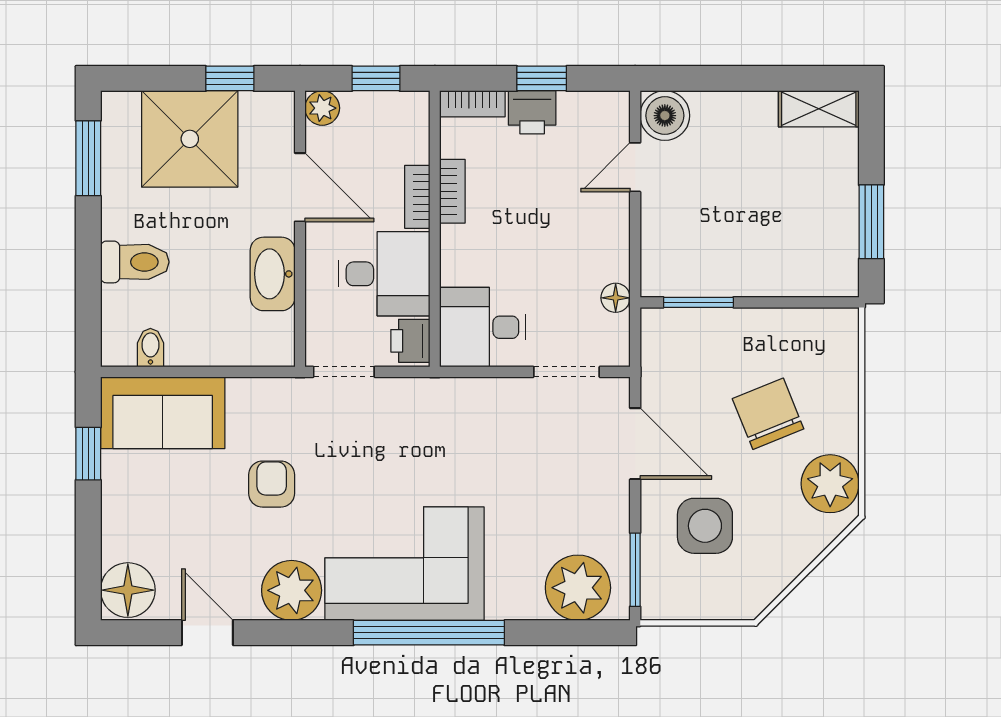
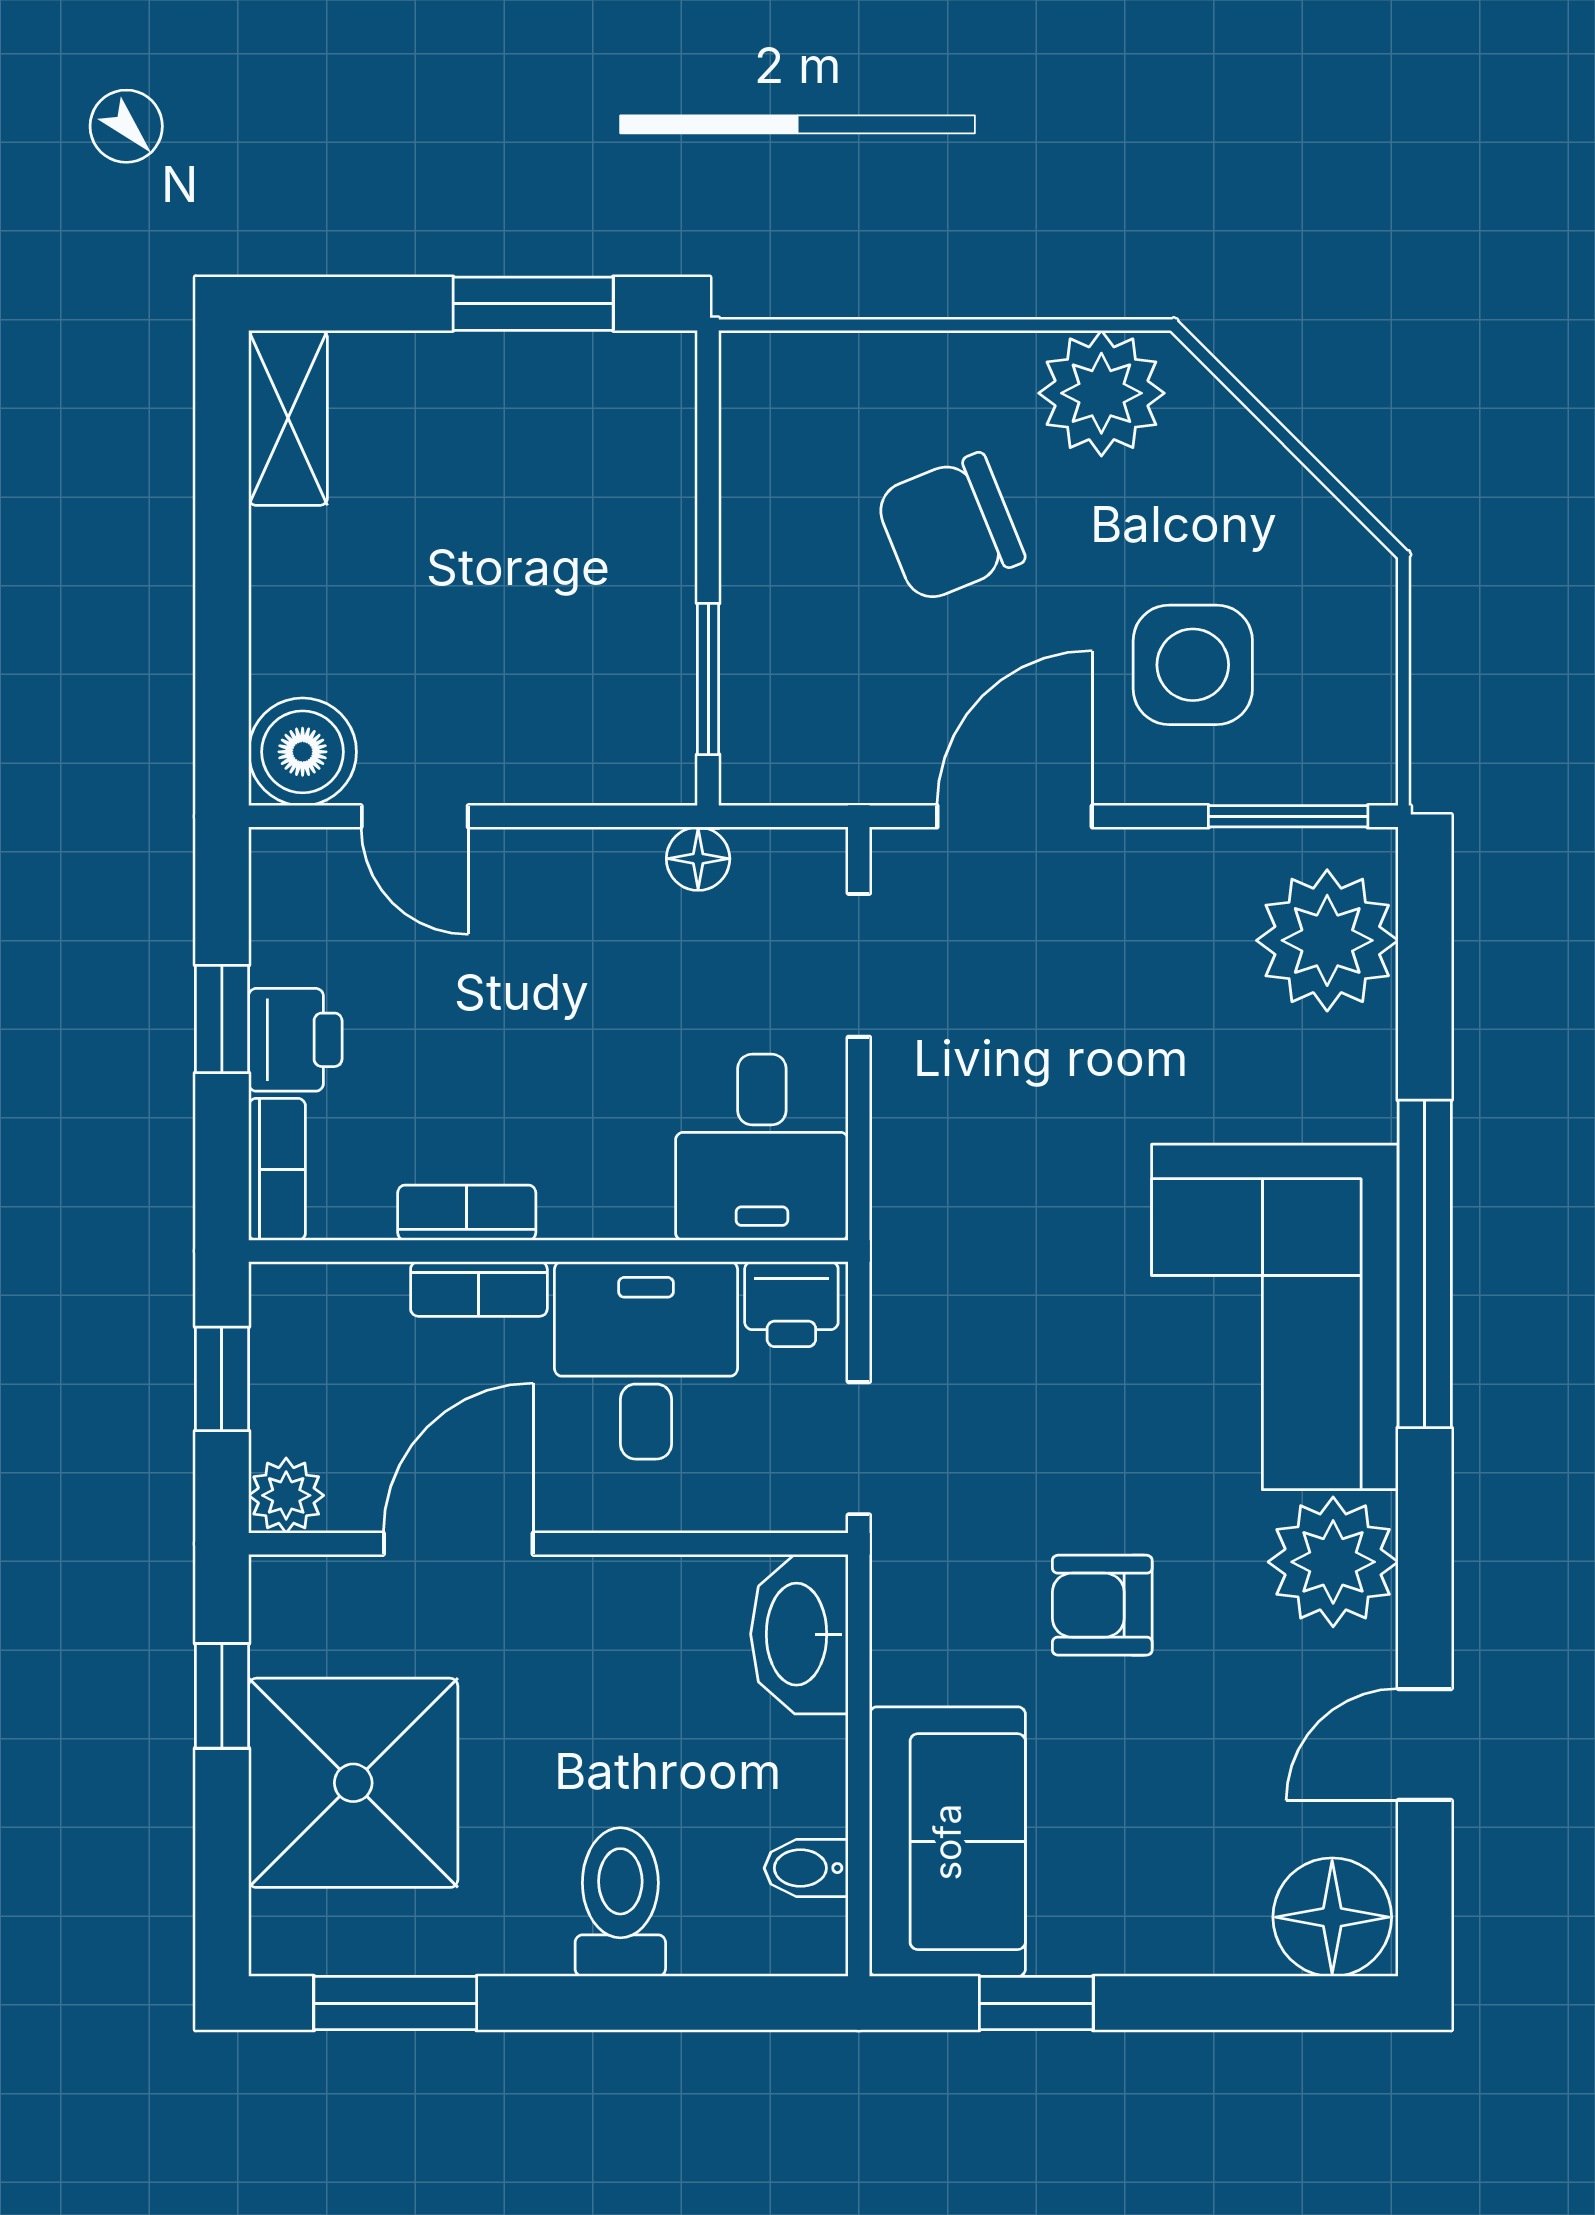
washbasin: (273, 274) -> (799, 1634), moved, turned 90

